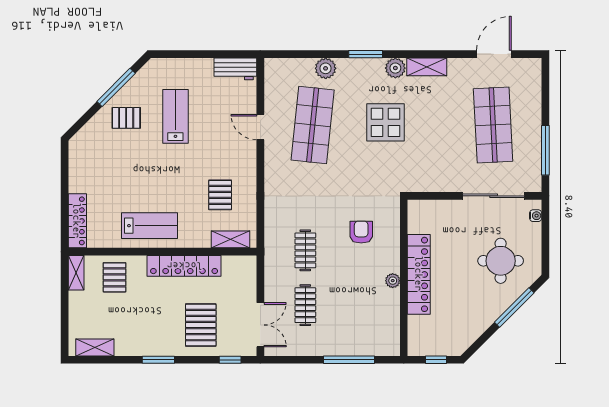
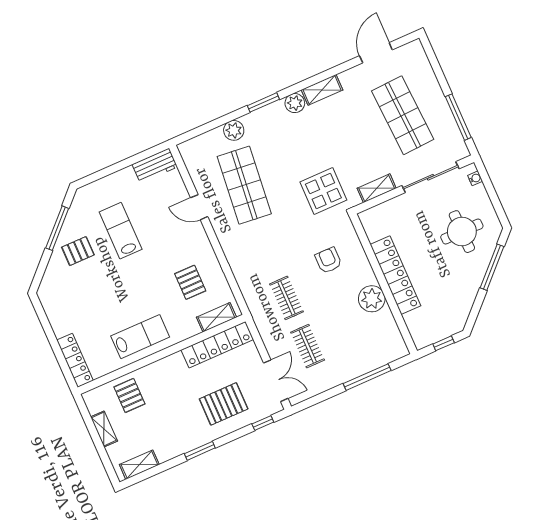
display table: (385, 122) -> (323, 191), moved
shelving: (438, 184) -> (377, 188), added
locker: (184, 266) -> (217, 345), moved
shelving: (76, 273) -> (104, 429), moved
plant: (393, 281) -> (372, 299), width x1.87, depth x1.87
pallet: (201, 325) -> (224, 404), turned 90

